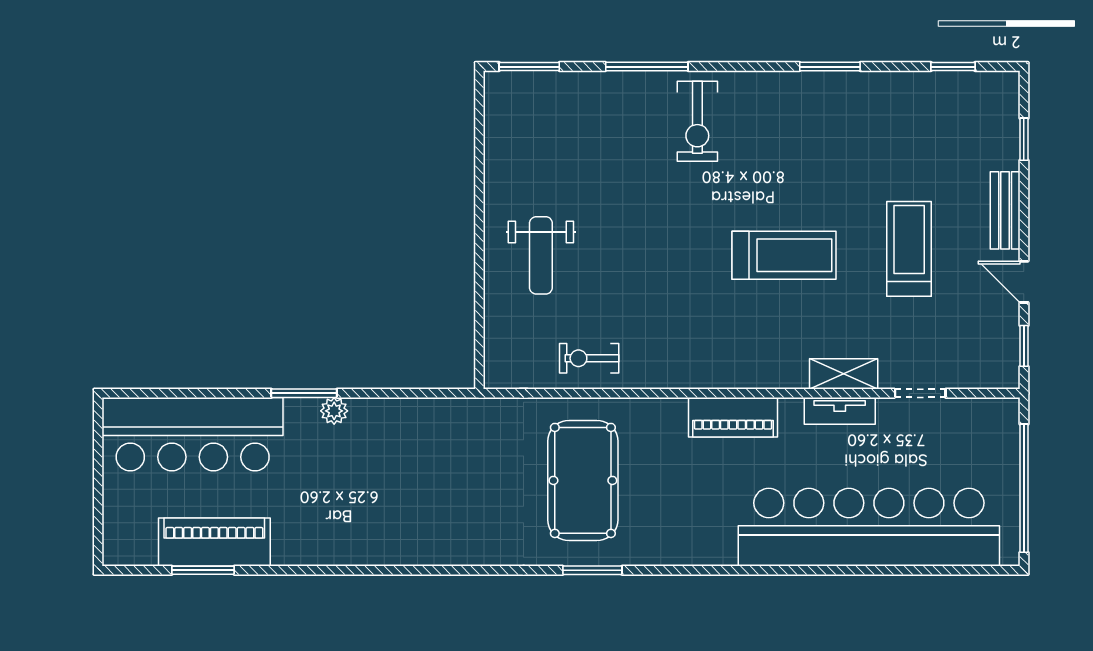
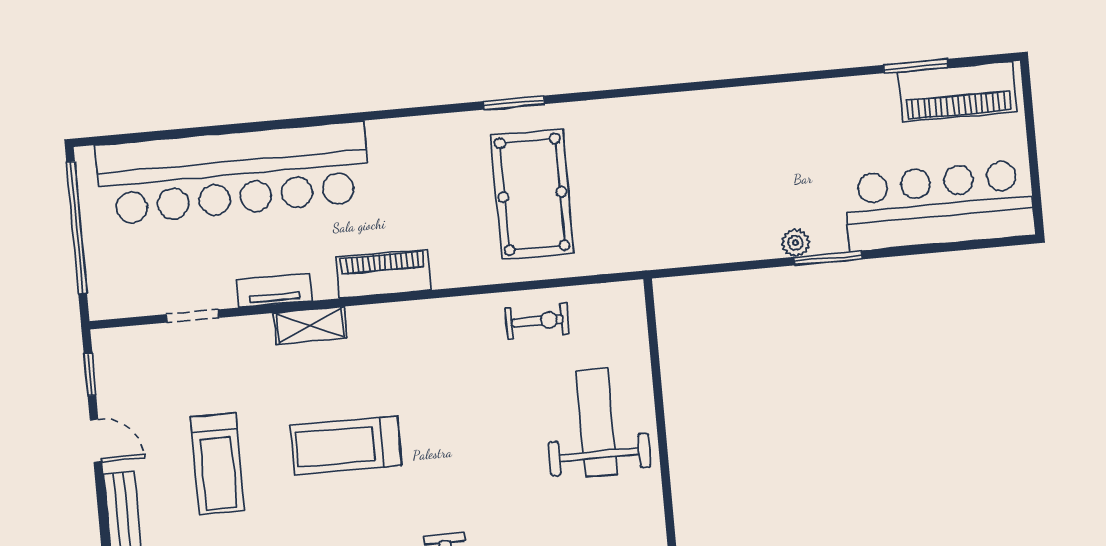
weight bench: (541, 255) -> (597, 423), width x1.36, depth x1.33
shelving: (844, 374) -> (310, 325), moved
piano: (214, 542) -> (957, 92), moved

